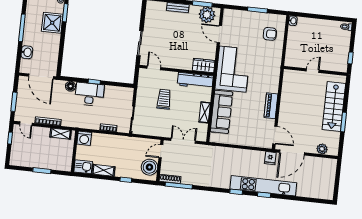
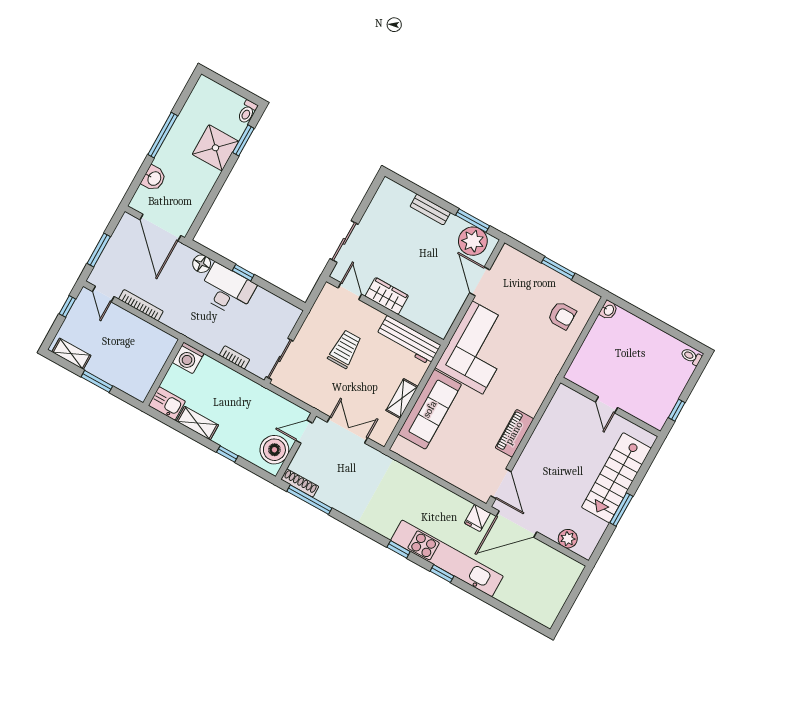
wardrobe: (204, 65) -> (387, 296), moved
door: (313, 71) -> (606, 405), swing flipped
shelving: (61, 134) -> (71, 354), moved

